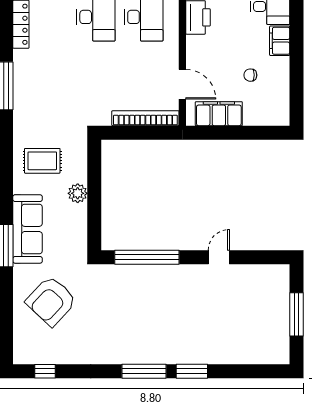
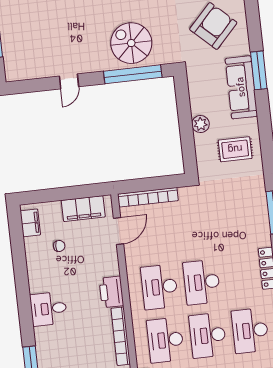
filing cabinet: (280, 41) -> (30, 223), moved
door: (182, 84) -> (119, 231), swing flipped
spiral stairs: (145, 292) -> (131, 43), added

